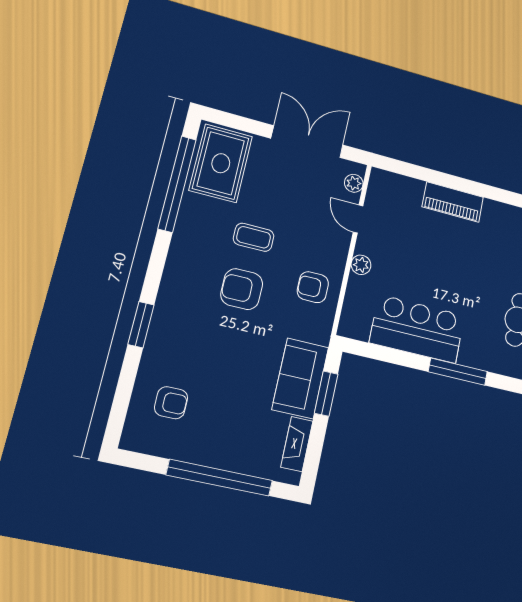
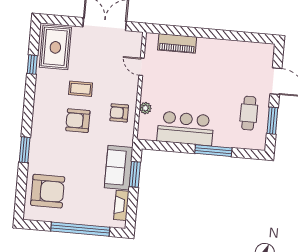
plant: (354, 183) -> (136, 45), removed
window: (177, 184) -> (32, 65), width x0.32
piano: (453, 202) -> (177, 43), moved
plant: (361, 265) -> (145, 108), moved
armchair: (171, 403) -> (48, 191), width x1.88, depth x1.88

